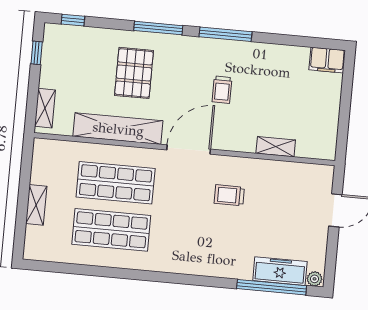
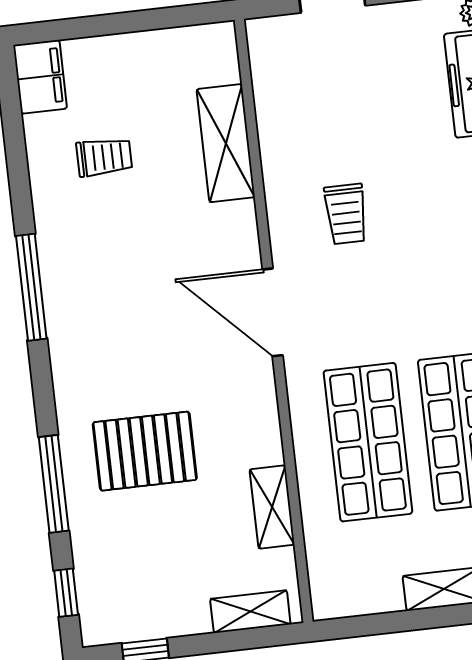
window: (158, 28) -> (54, 484), moved
trolley: (222, 90) -> (104, 157), moved
shelving: (118, 129) -> (272, 507), width x0.45, depth x0.75
shelving: (276, 147) -> (226, 143), width x1.50, depth x1.33

